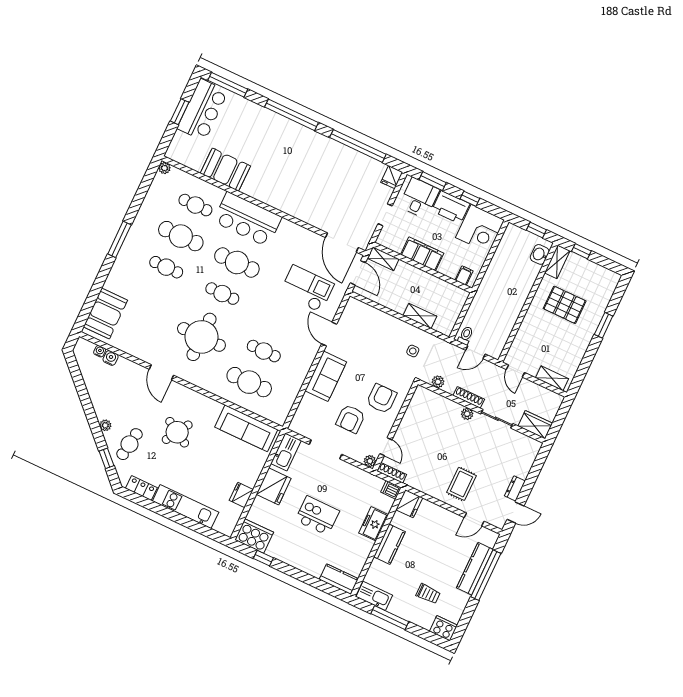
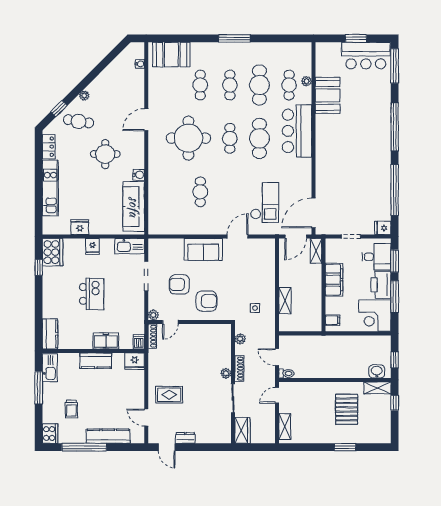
plant: (164, 168) -> (306, 81), moved
window: (470, 199) -> (395, 297), width x2.17
toilet: (466, 335) -> (286, 373), moved
water cooler: (111, 358) -> (139, 175), moved
cafe table: (249, 382) -> (200, 85), moved, width x0.73, depth x0.74
round table: (177, 432) -> (105, 154), turned -31
fridge: (274, 486) -> (92, 246), width x0.53, depth x0.75
window: (486, 575) -> (84, 447), moved

